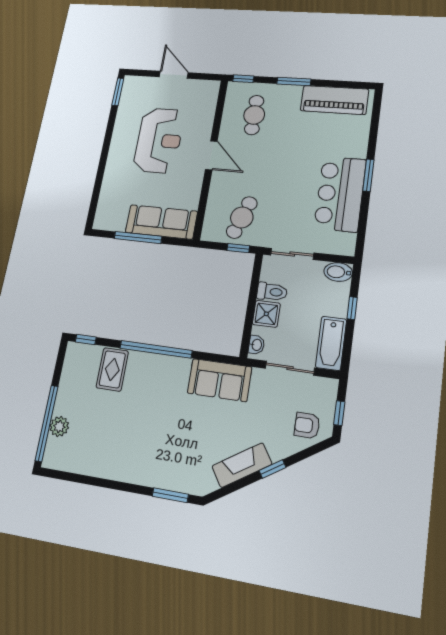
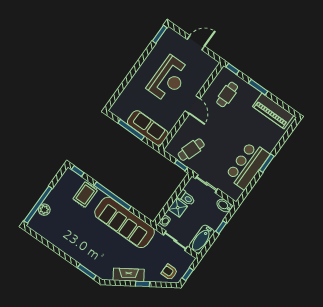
door: (174, 75) -> (196, 43), hinge flipped
sofa: (219, 380) -> (125, 222), width x1.85, depth x1.27

